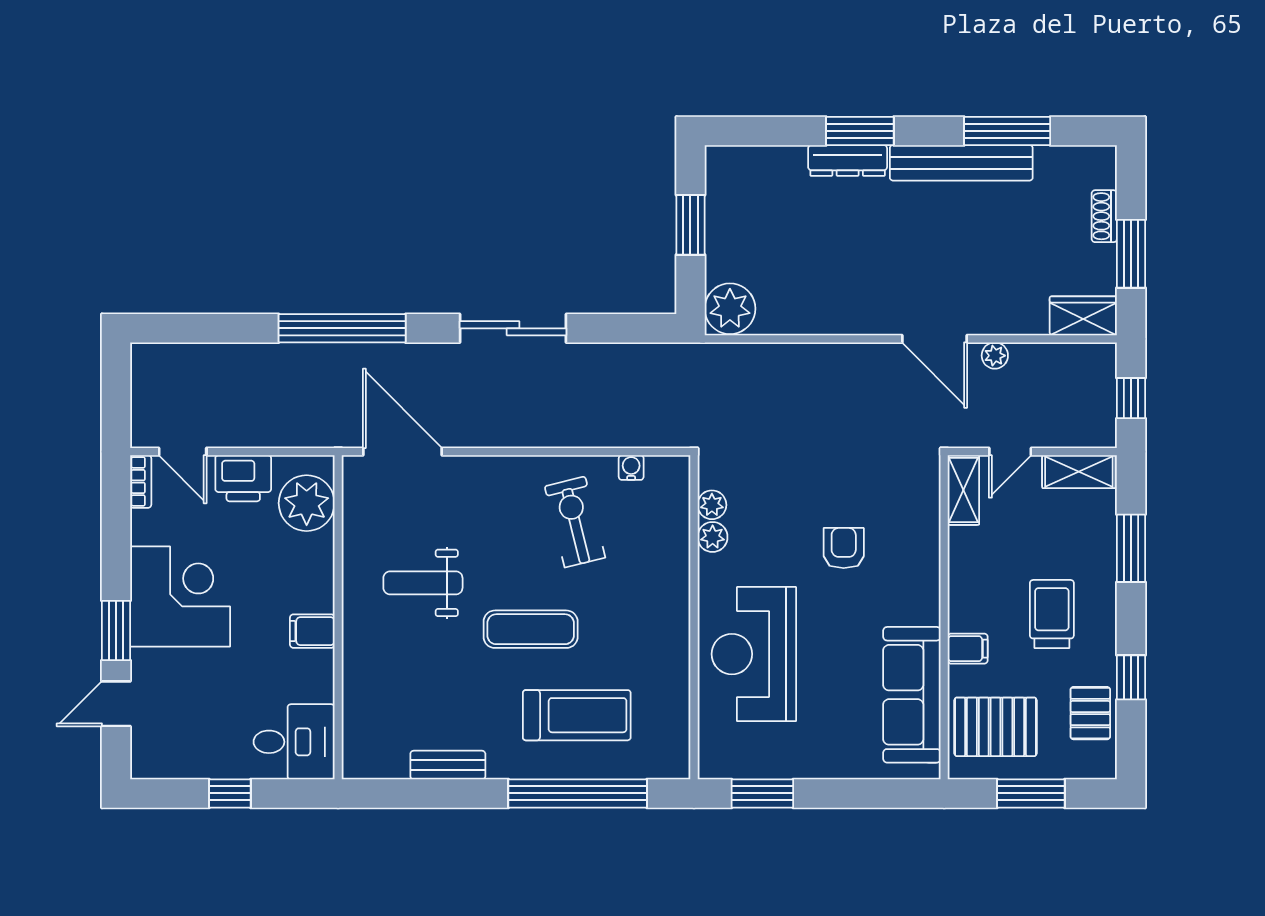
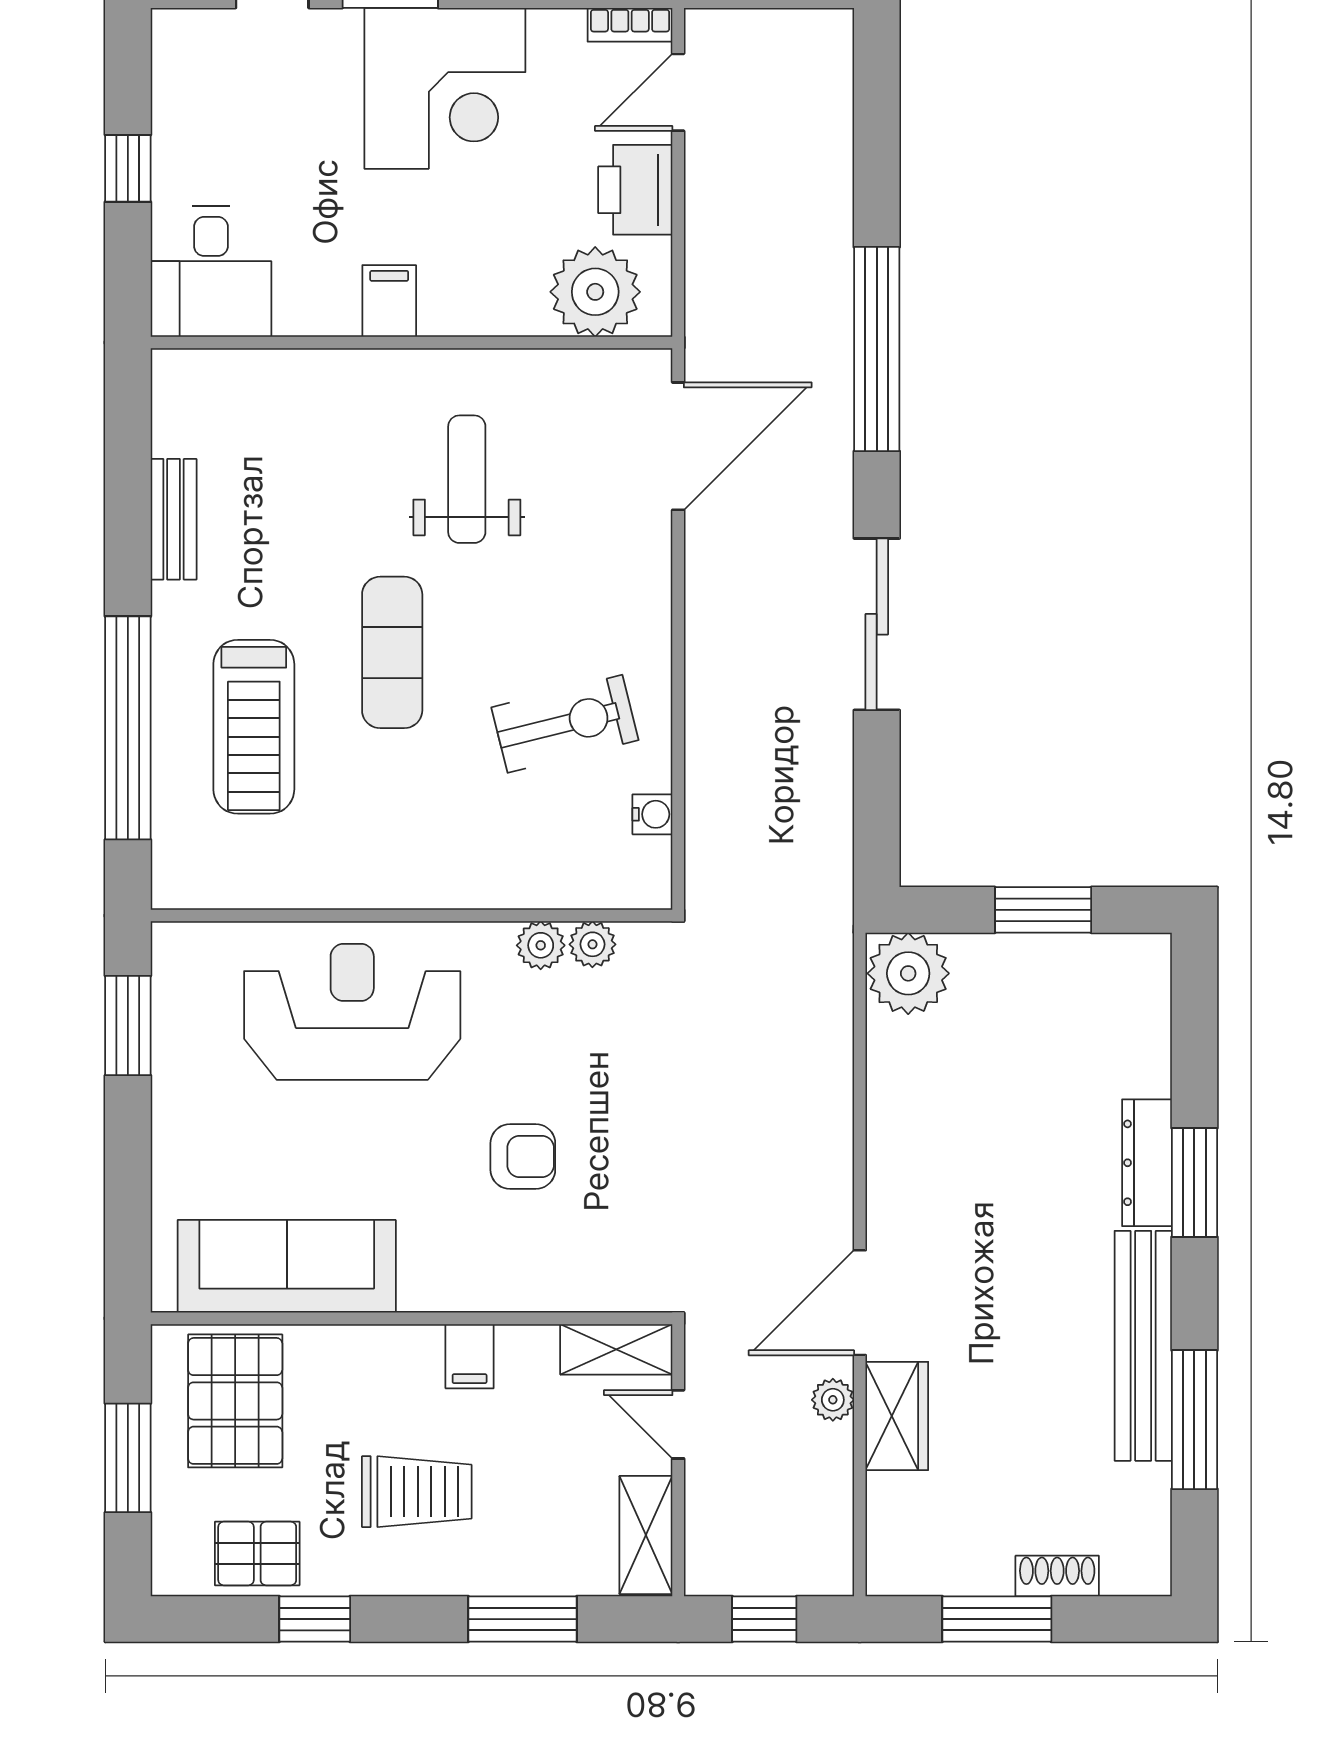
wardrobe: (1083, 316) -> (897, 1416), moved
filing cabinet: (968, 649) -> (470, 1356), moved

